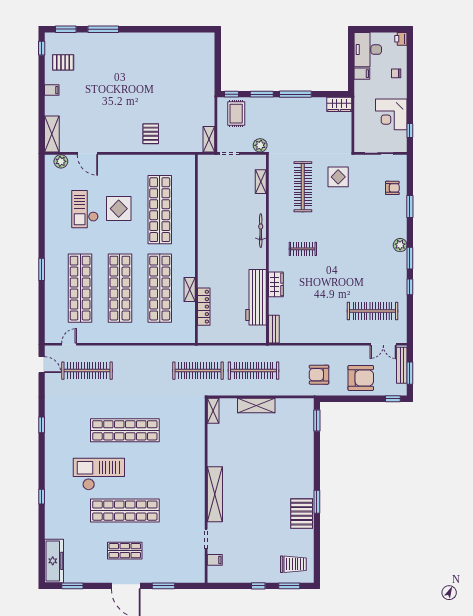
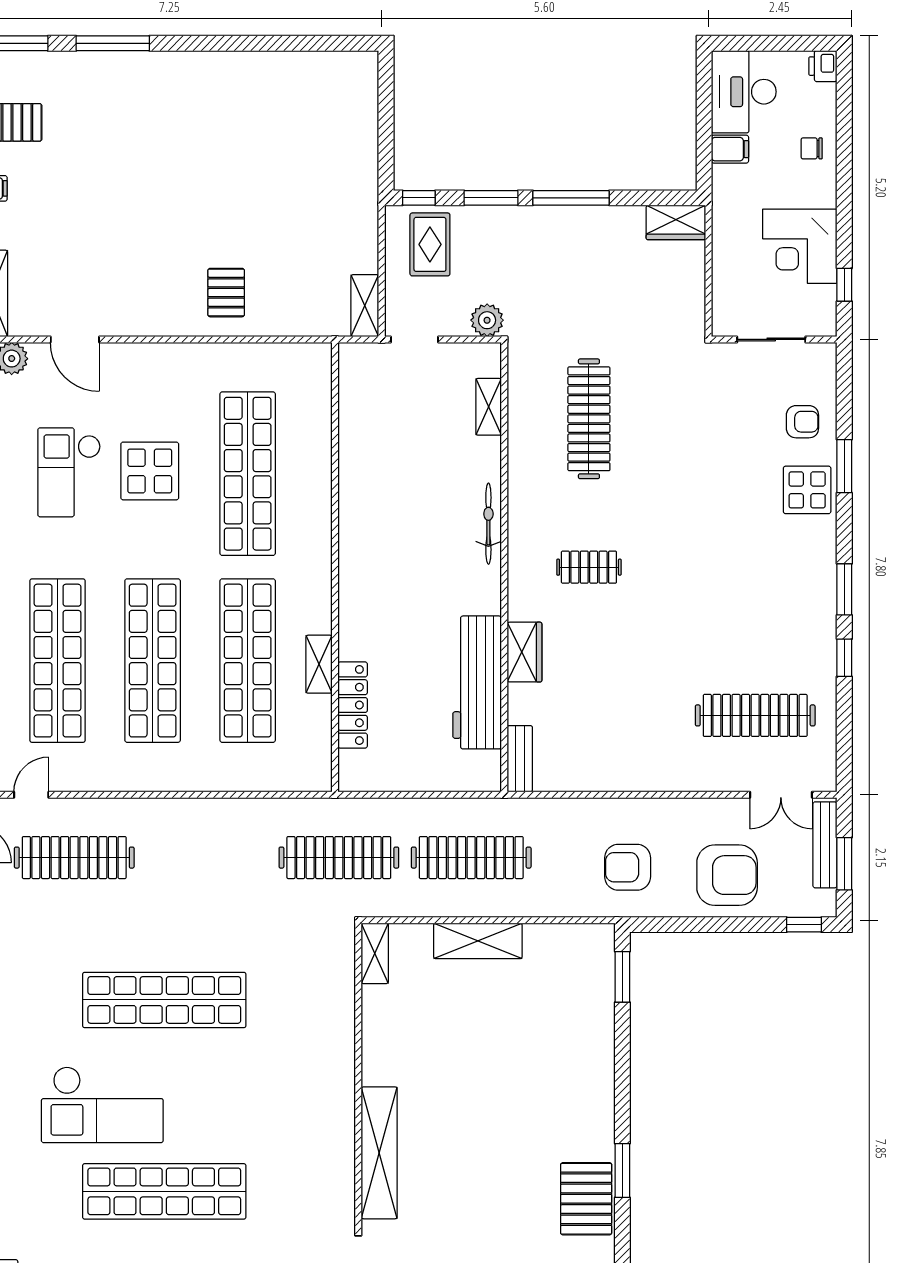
display table: (338, 177) -> (807, 490), moved
plant: (400, 245) -> (821, 558), removed
checkout: (99, 474) -> (102, 1105), turned 180

